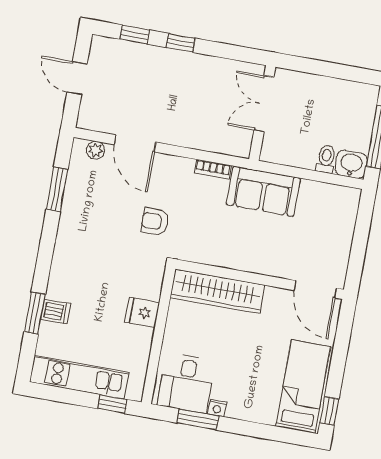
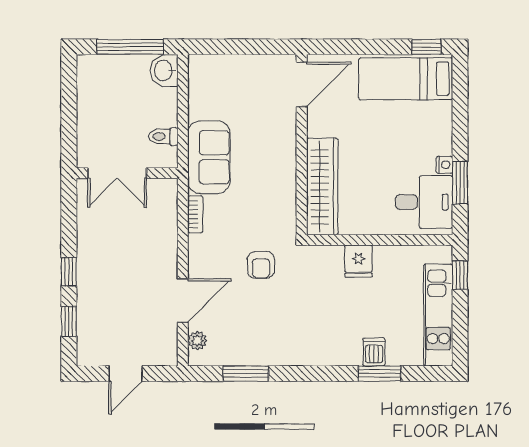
toilet: (326, 159) -> (163, 136), moved

